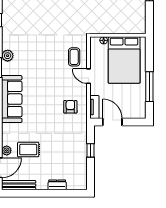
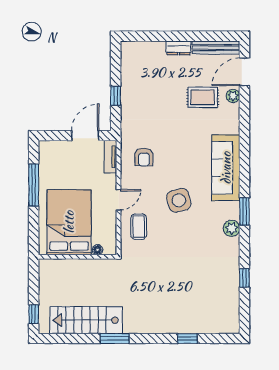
side table: (45, 76) -> (179, 200), added
door: (89, 76) -> (119, 200), hinge flipped
door: (112, 122) -> (85, 136), swing flipped
dresser: (57, 185) -> (179, 48), moved

